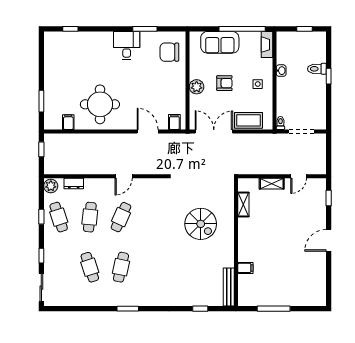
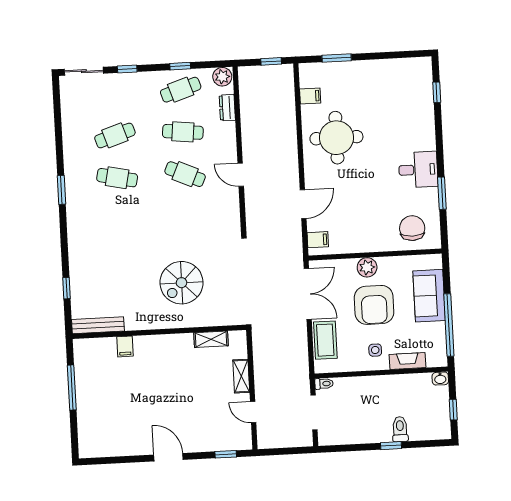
fireplace: (267, 45) -> (407, 361), moved
washbasin: (281, 71) -> (440, 379), moved
armchair: (224, 83) -> (374, 305), width x1.88, depth x1.88

